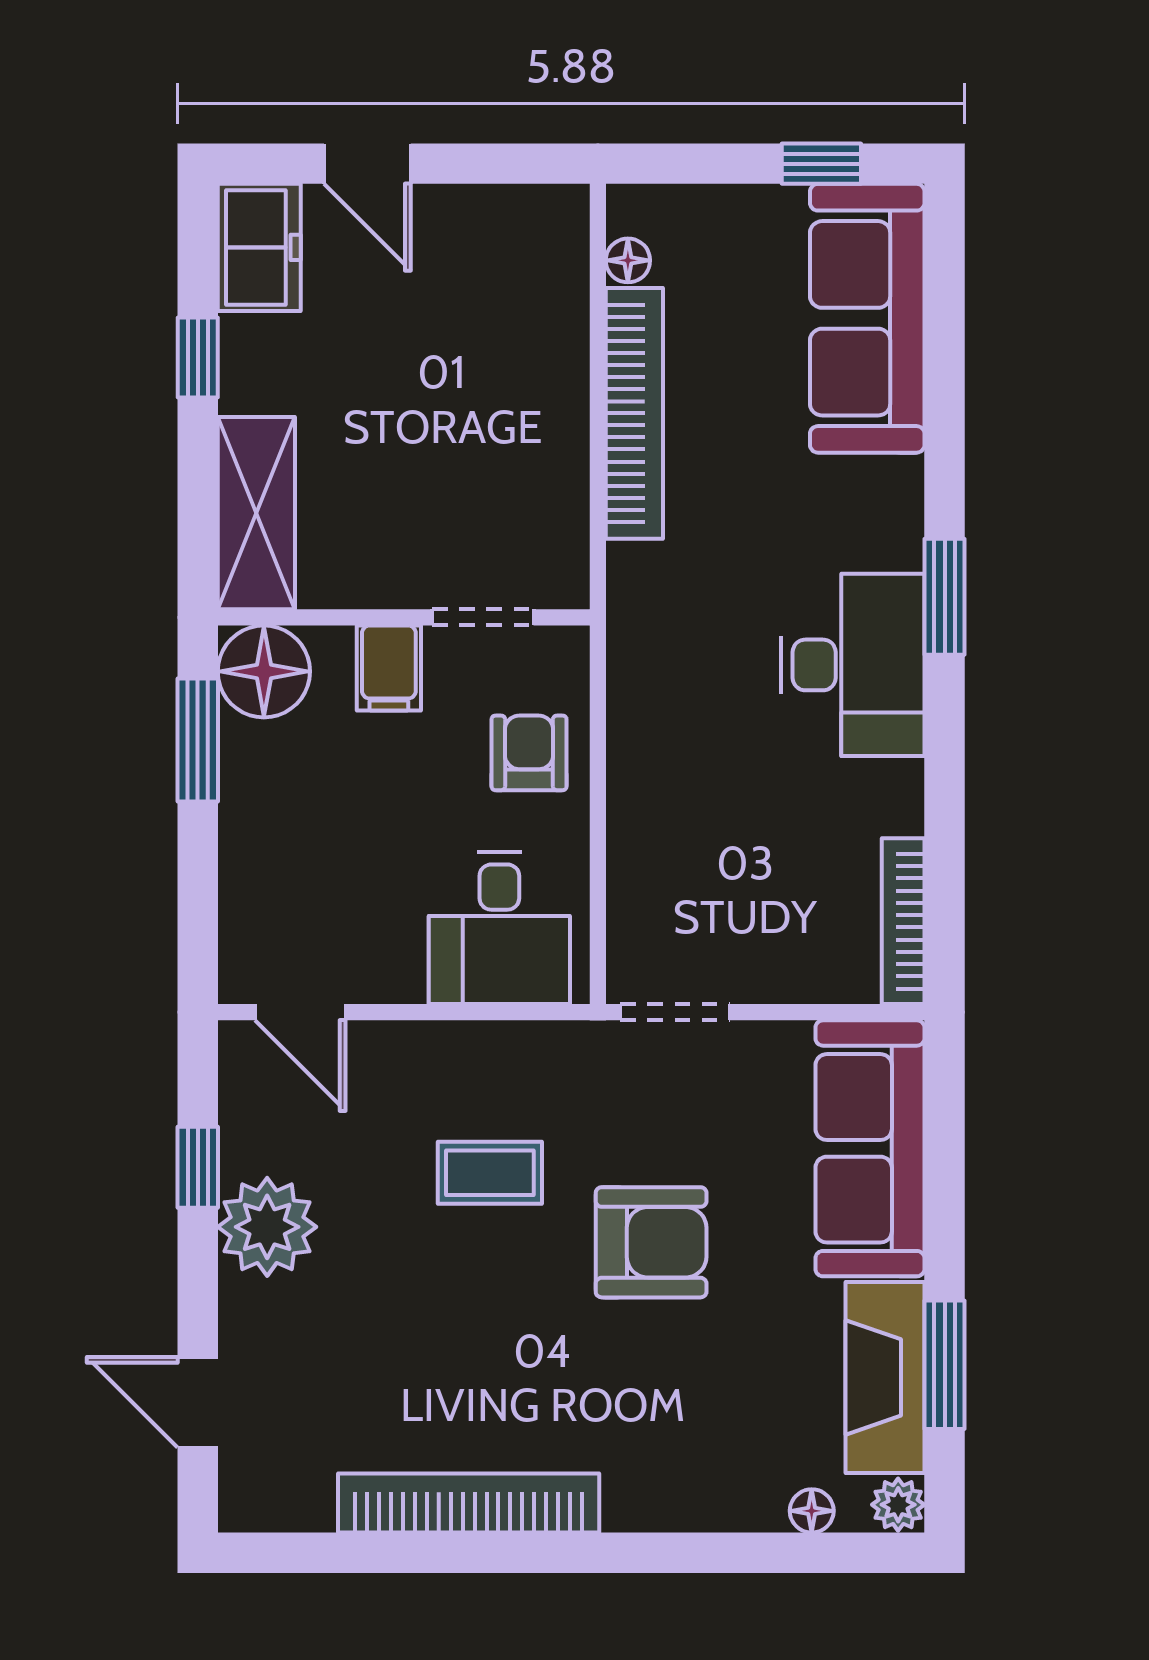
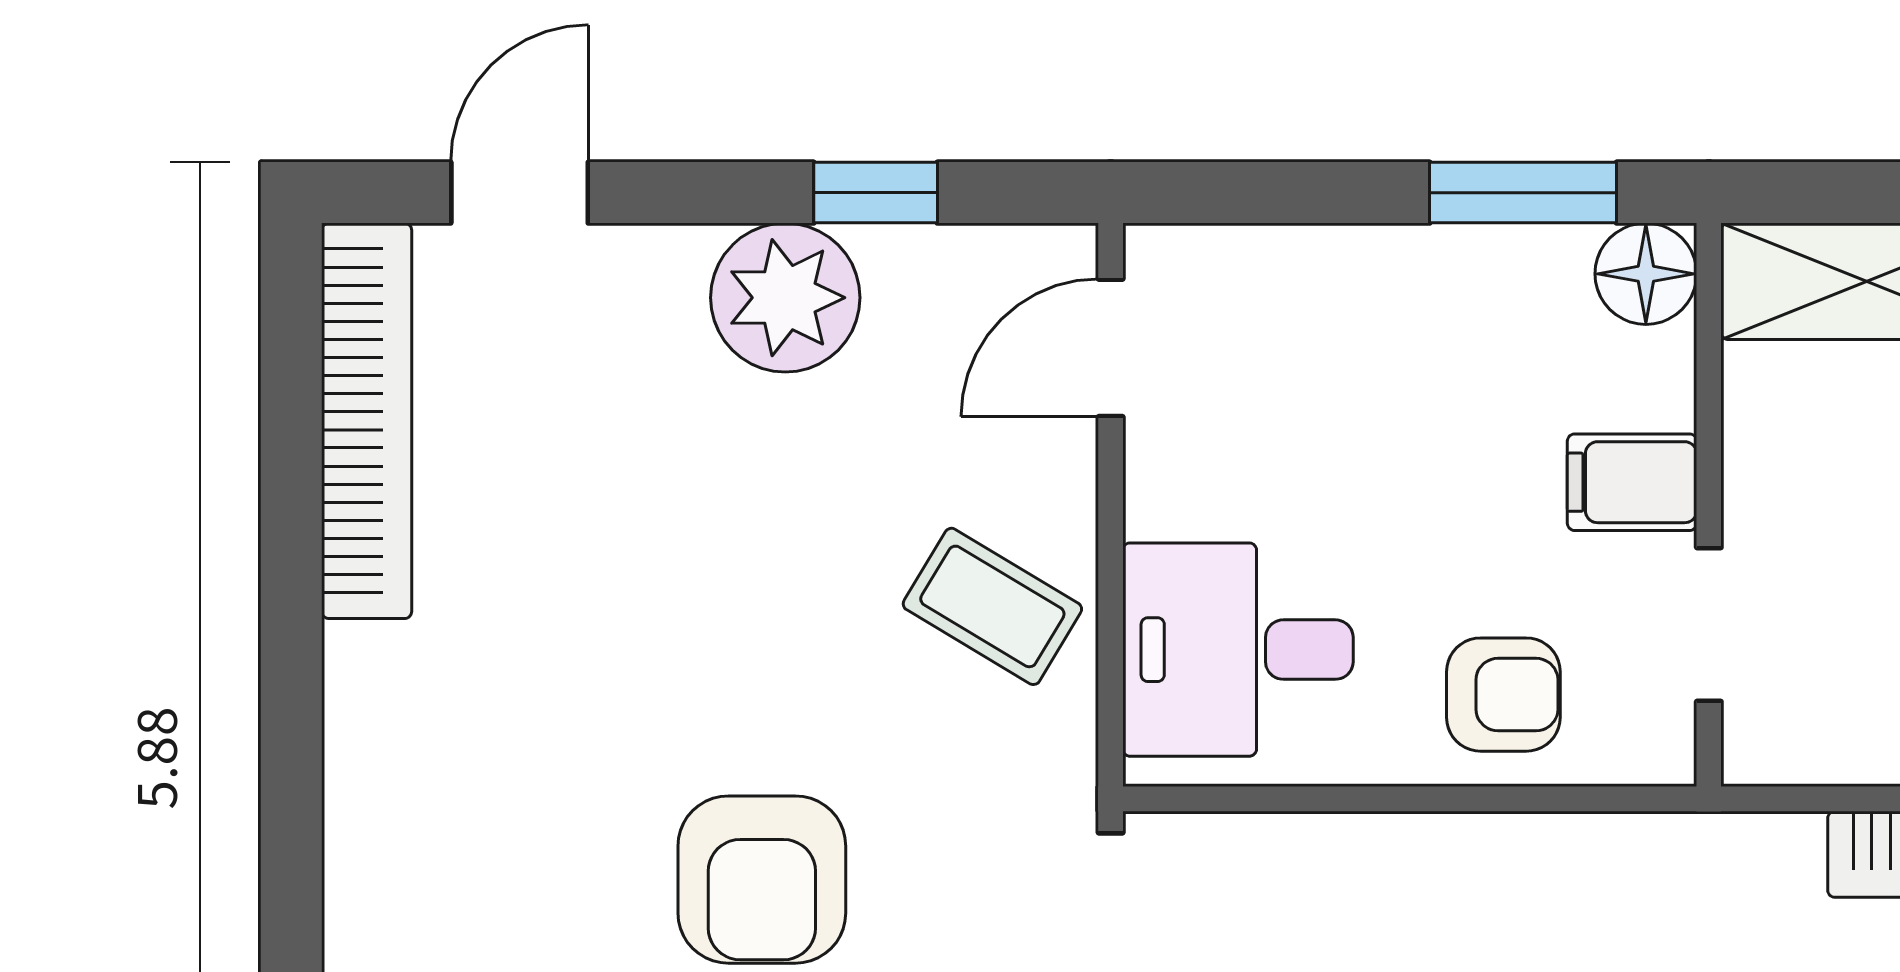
floor lamp: (264, 671) -> (1646, 274), width x0.73, depth x0.73
coffee table: (490, 1173) -> (992, 606), moved, turned -59
bookcase: (469, 1503) -> (367, 421), moved

